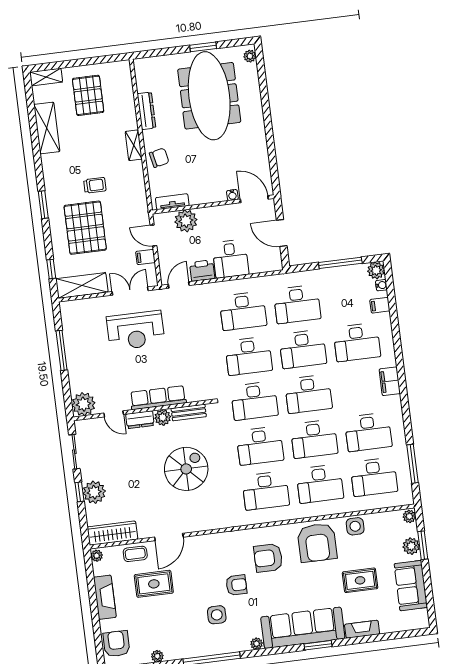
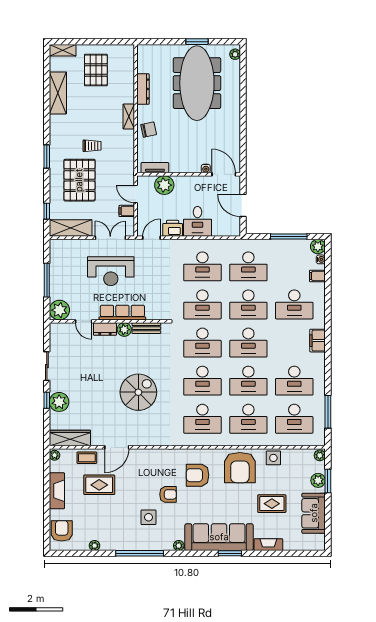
row of seats: (158, 398) -> (122, 313), moved
plant: (83, 404) -> (59, 310), moved
wall: (144, 410) -> (109, 321), moved
bench: (189, 412) -> (146, 328), moved
door: (114, 414) -> (84, 321), moved
plant: (163, 417) -> (124, 330), moved
dresser: (140, 420) -> (105, 329), moved

